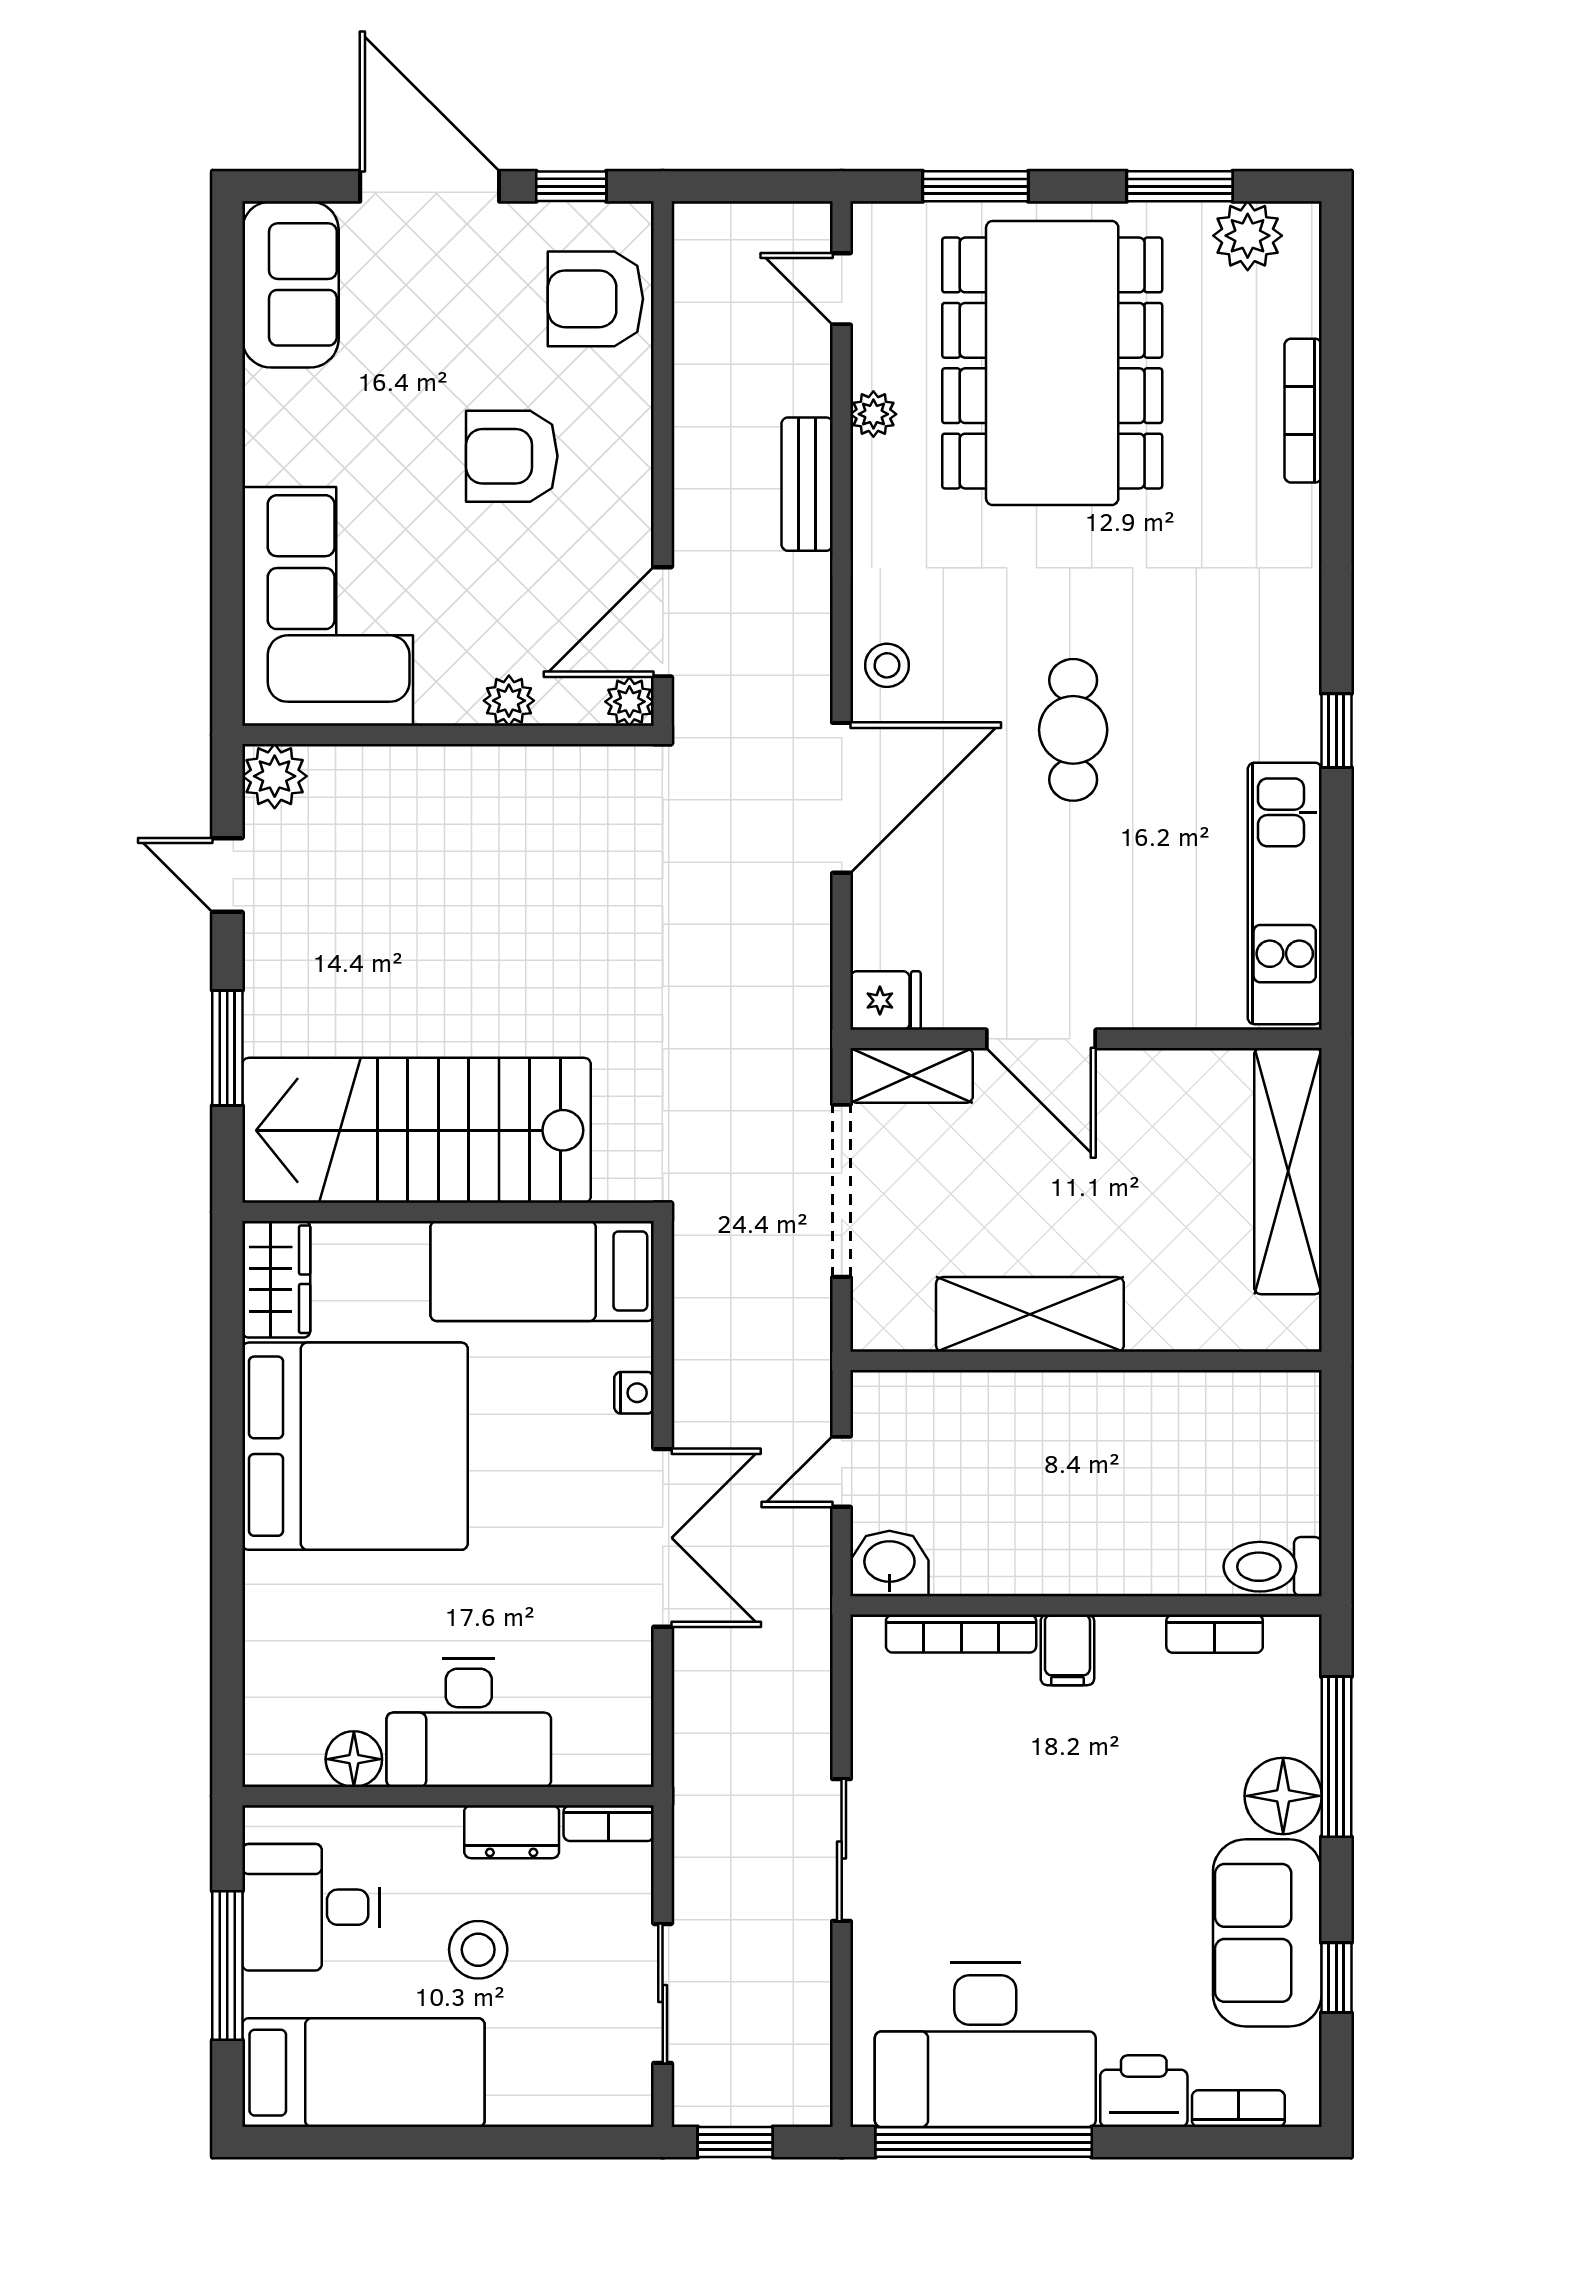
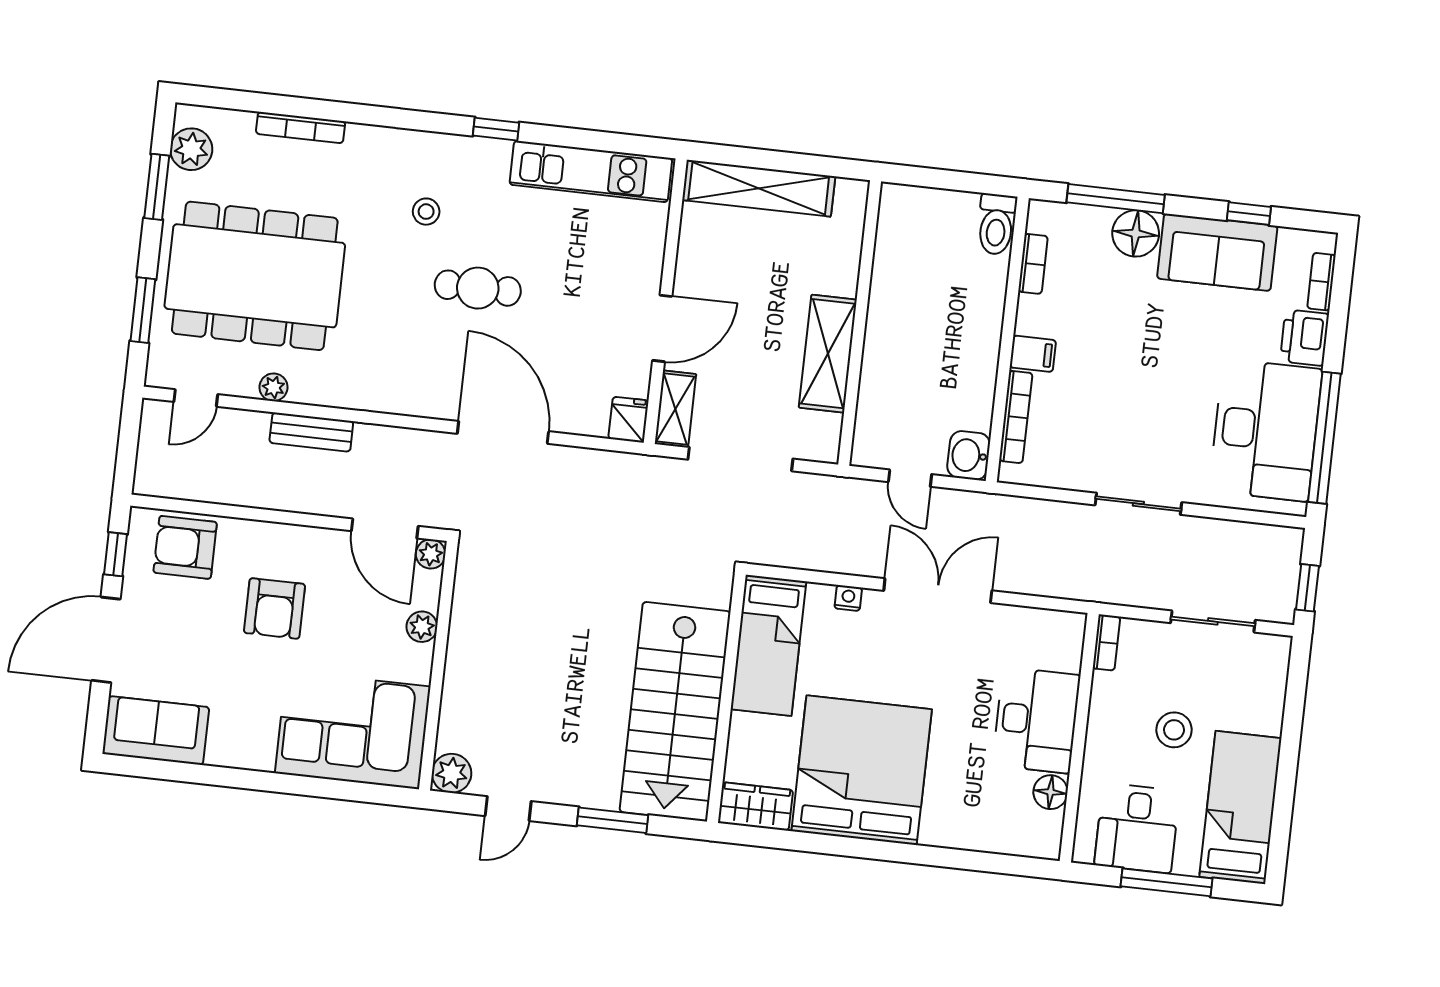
armchair: (595, 299) -> (185, 547), turned 90
stool: (887, 665) -> (426, 212), moved
dresser: (512, 1832) -> (1105, 702), removed

